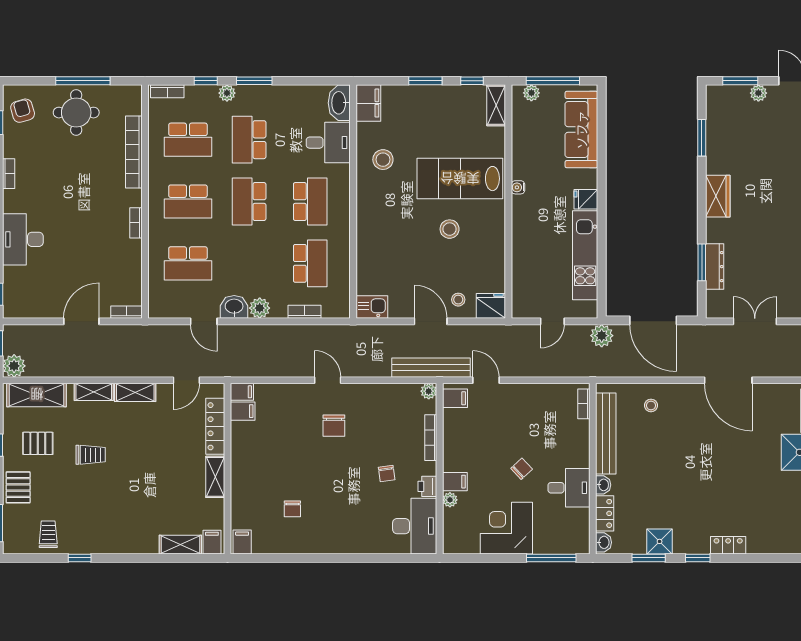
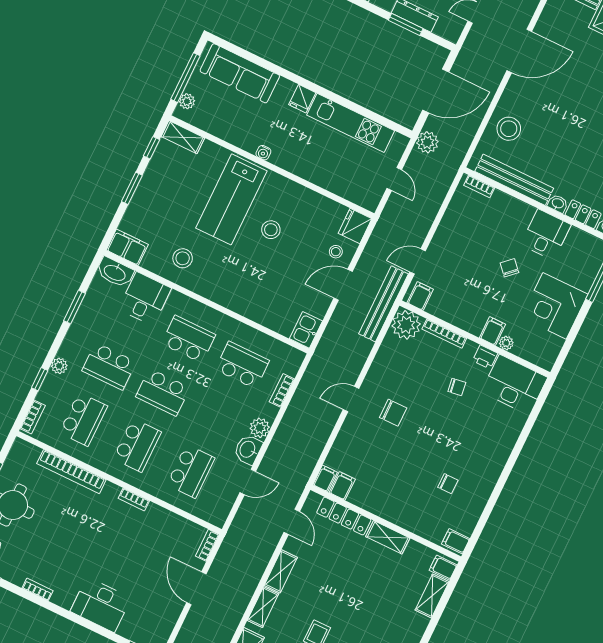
window: (254, 81) -> (74, 307), moved
plant: (429, 391) -> (406, 325), width x1.88, depth x1.88
stool: (651, 405) -> (509, 129), width x1.89, depth x1.89

